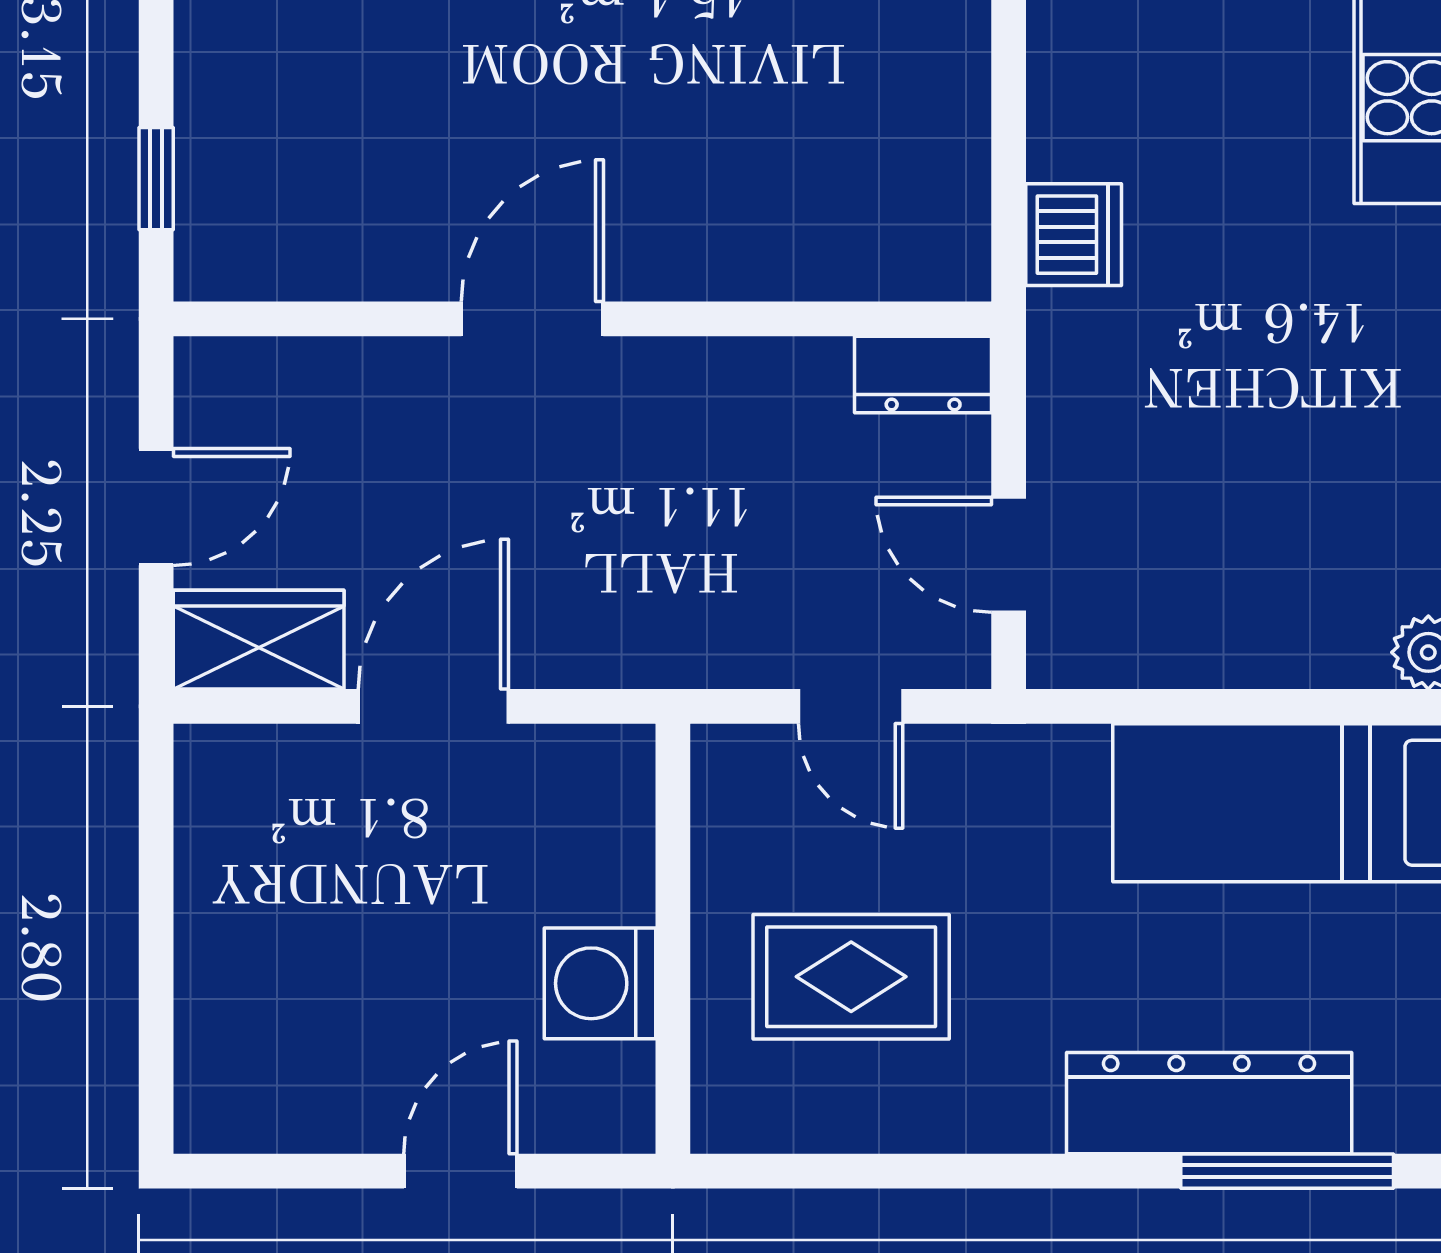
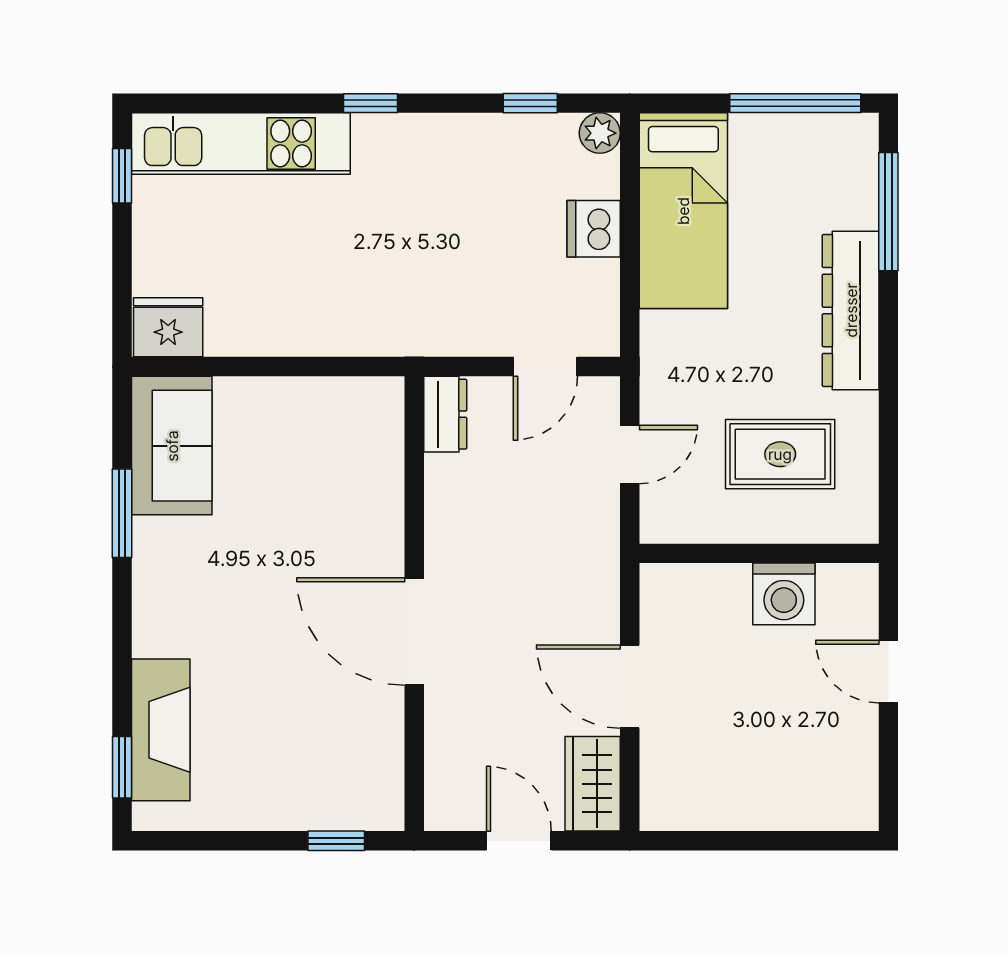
dishwasher: (1074, 235) -> (594, 229), moved, turned -90
door: (532, 319) -> (414, 631), width x1.36
rug: (851, 977) -> (780, 454), turned 90
dresser: (1209, 1103) -> (851, 310), moved

